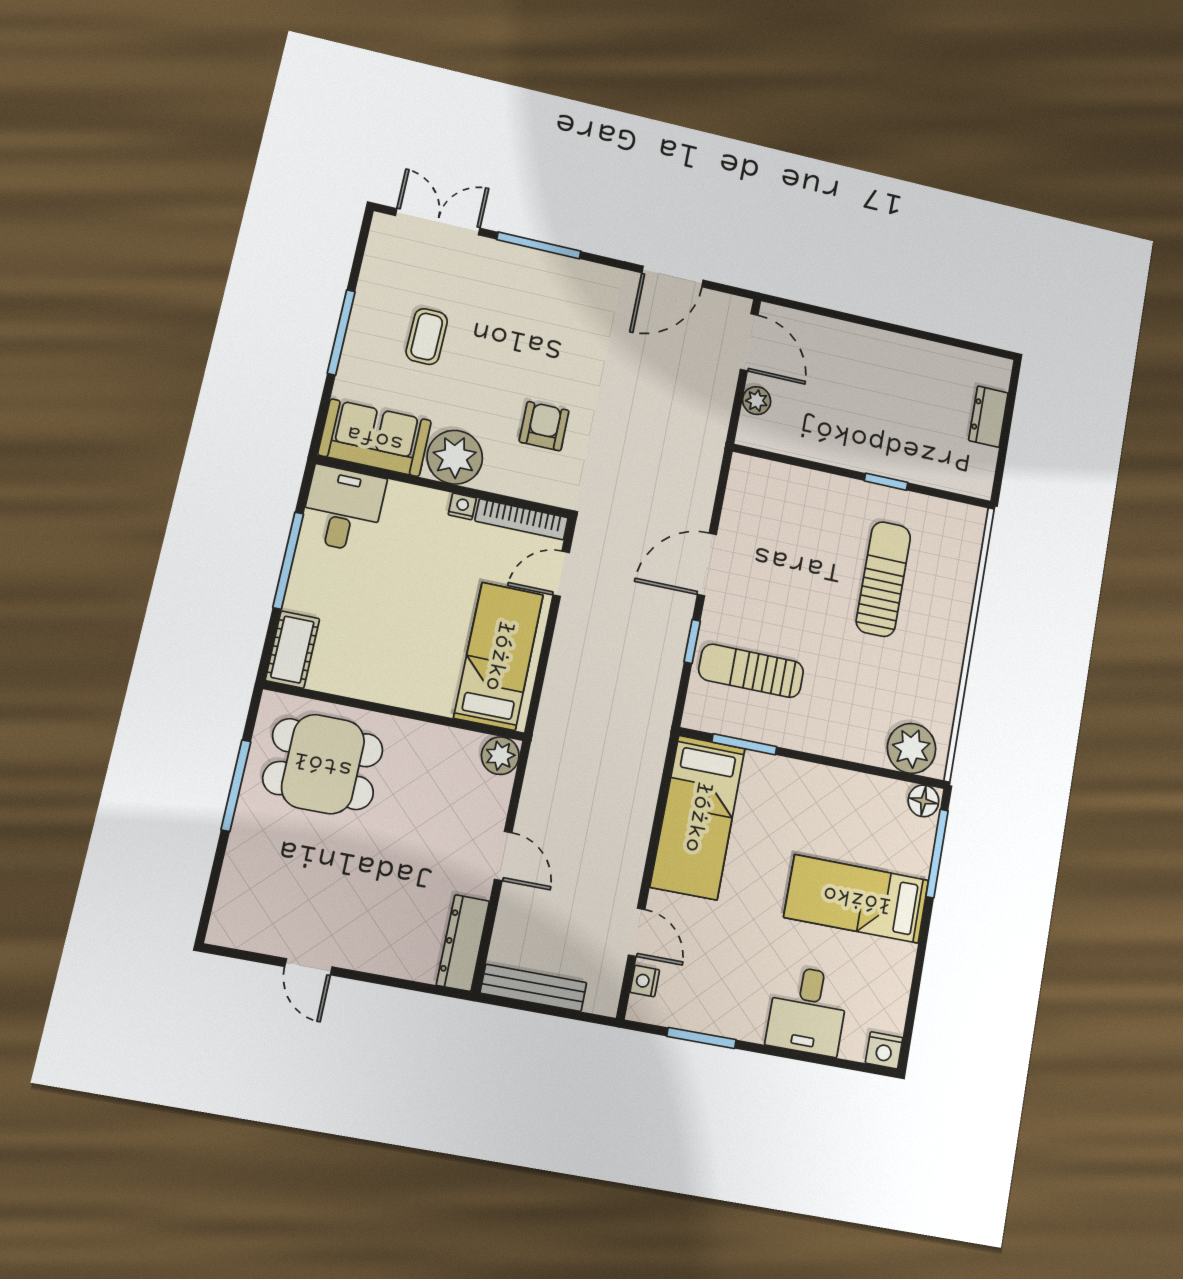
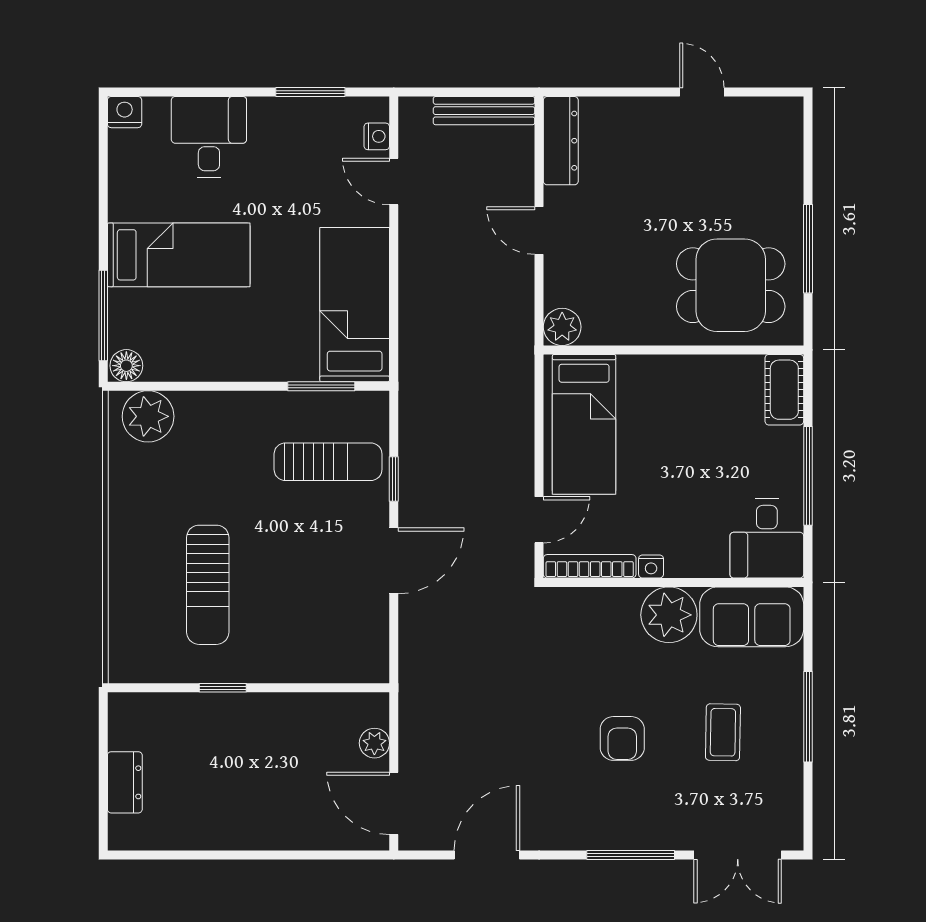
armchair: (544, 426) -> (622, 738), moved

